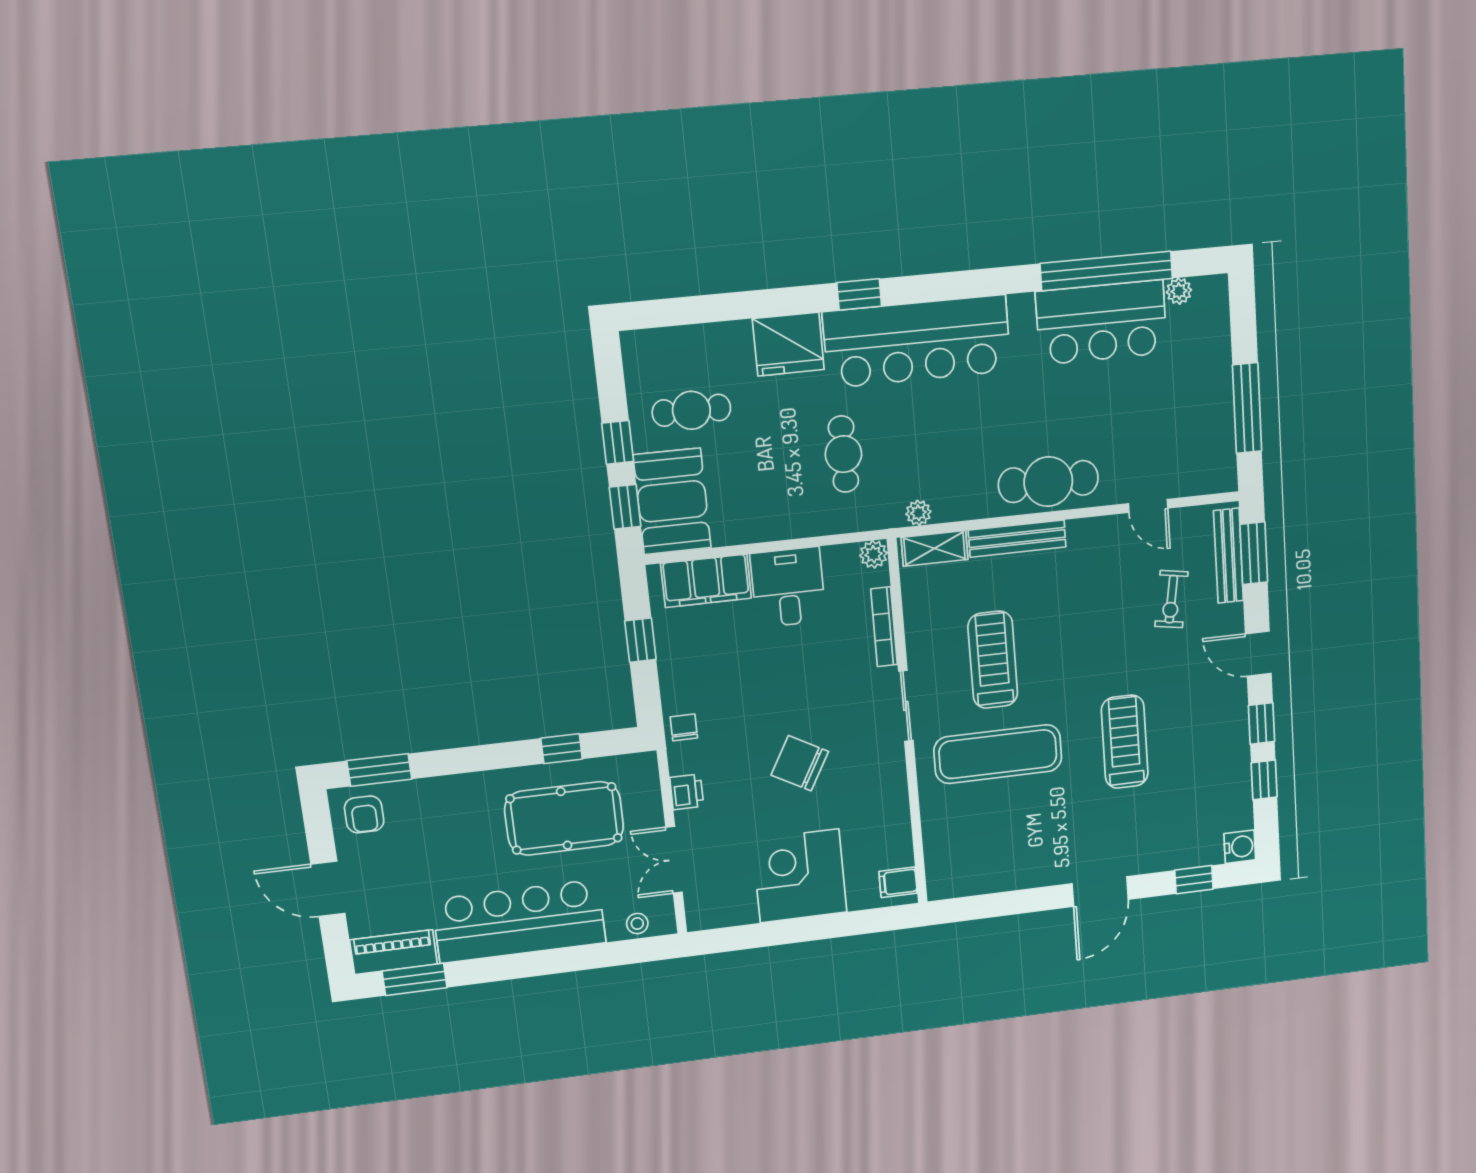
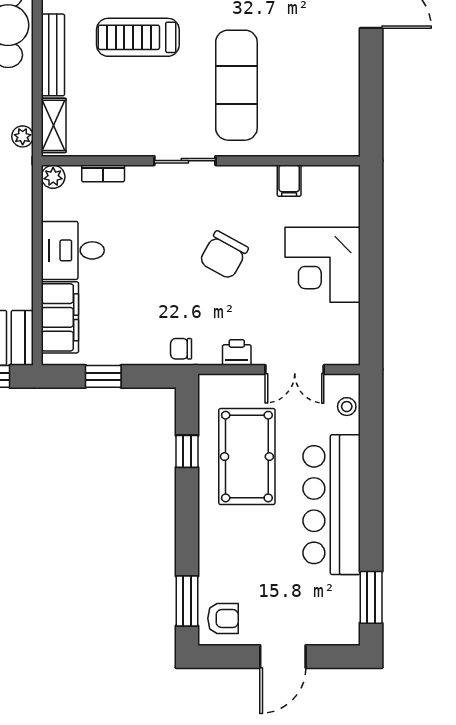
bookcase: (884, 627) -> (103, 173), width x0.64
treadmill: (993, 660) -> (138, 37), moved
filing cabinet: (898, 882) -> (289, 181), moved
piano: (394, 952) -> (345, 611), removed

